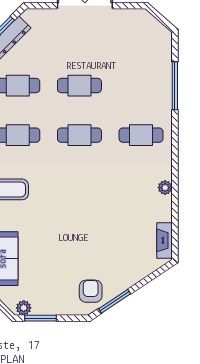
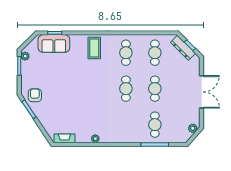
plant: (147, 21) -> (193, 128), added
cafe table: (141, 135) -> (155, 125), moved
armchair: (91, 291) -> (35, 95), turned -90

